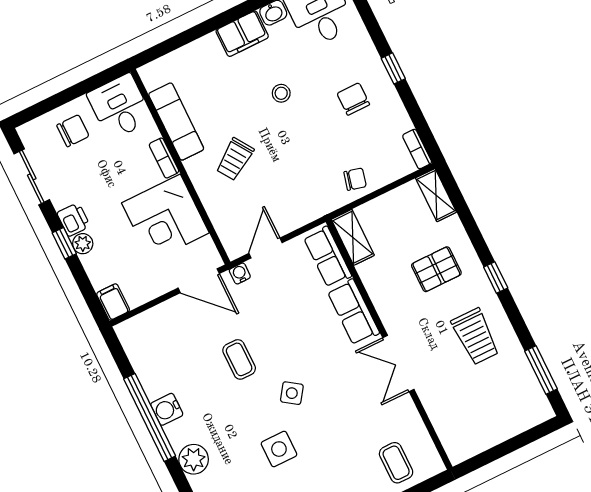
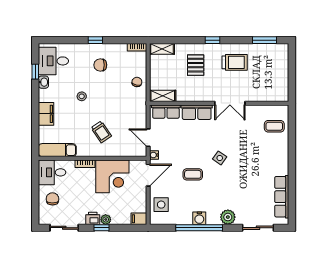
filing cabinet: (242, 34) -> (46, 114), moved
exam couch: (176, 122) -> (57, 150), moved
side table: (279, 449) -> (161, 205), moved

